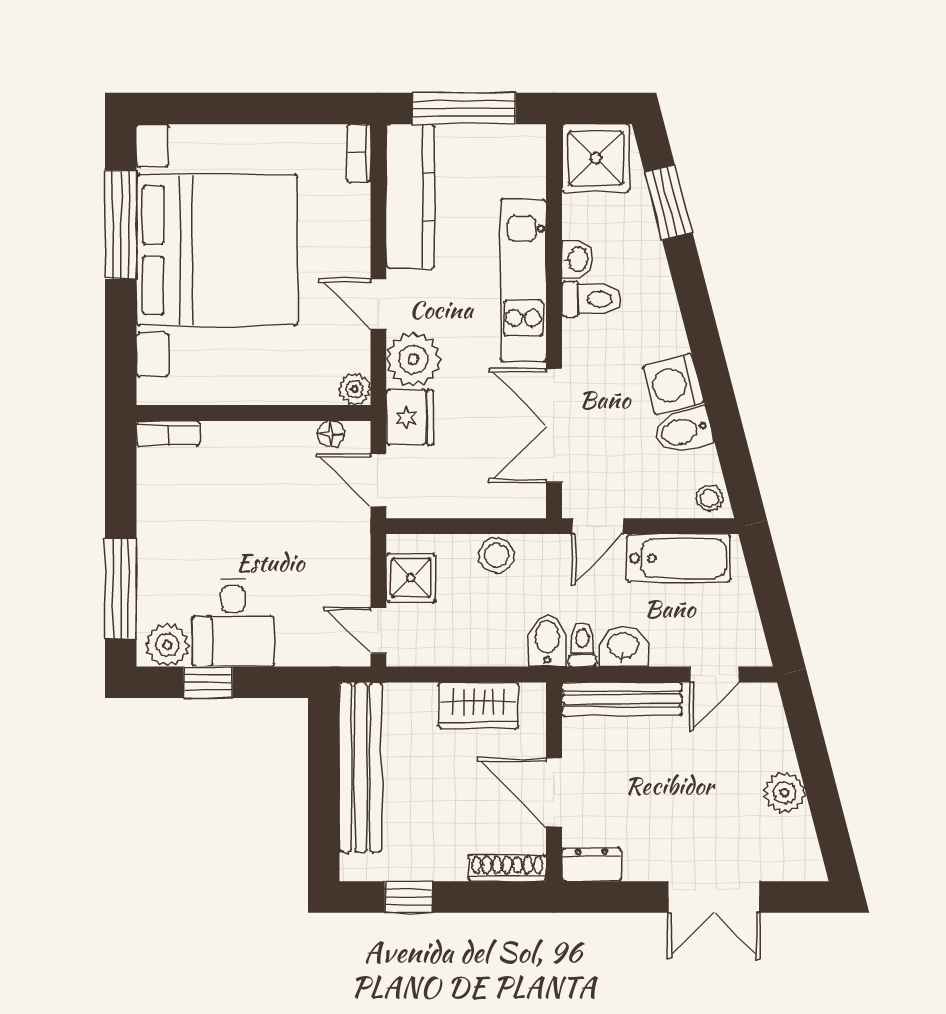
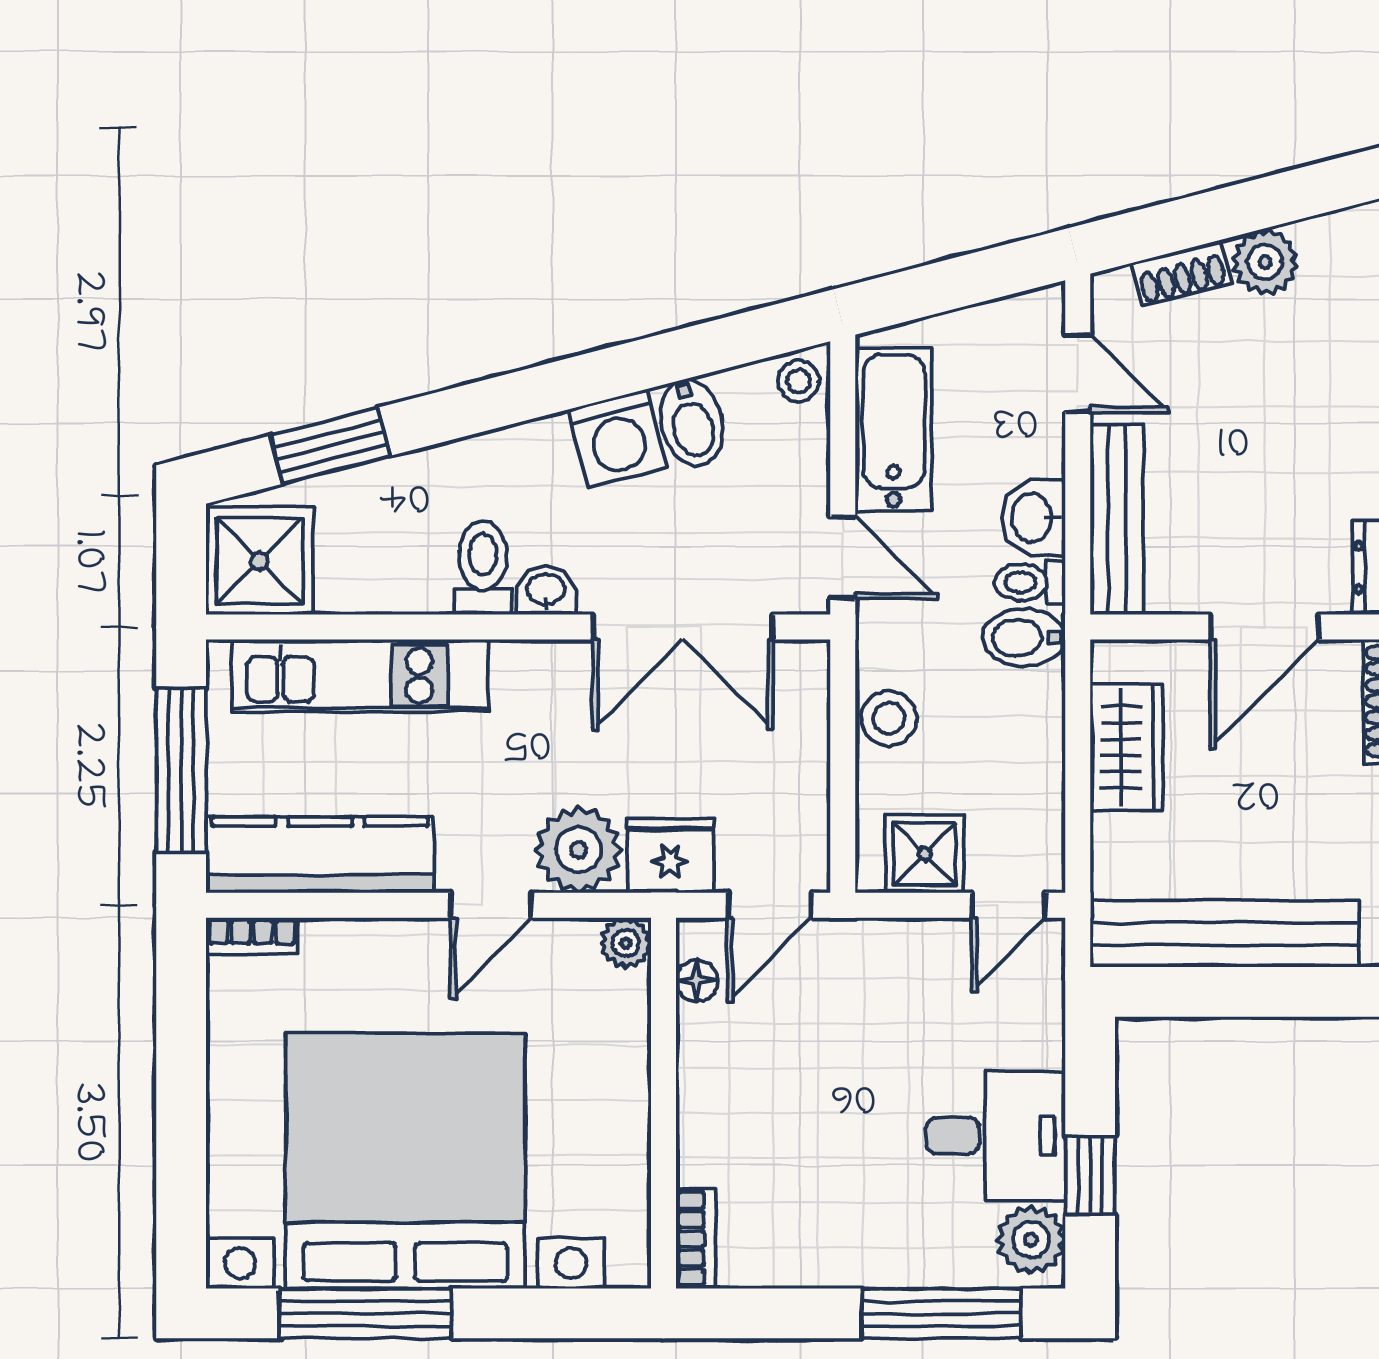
washbasin: (577, 259) -> (546, 591), moved
kitchen unit: (523, 281) -> (360, 676), moved
shoe rack: (777, 740) -> (1181, 273), added

